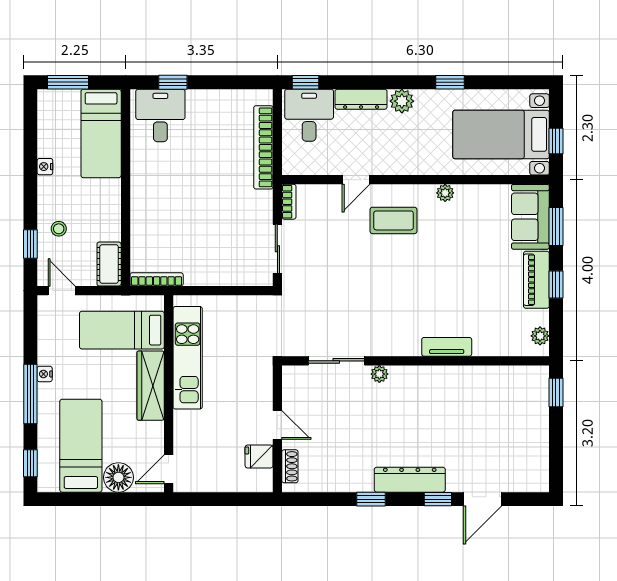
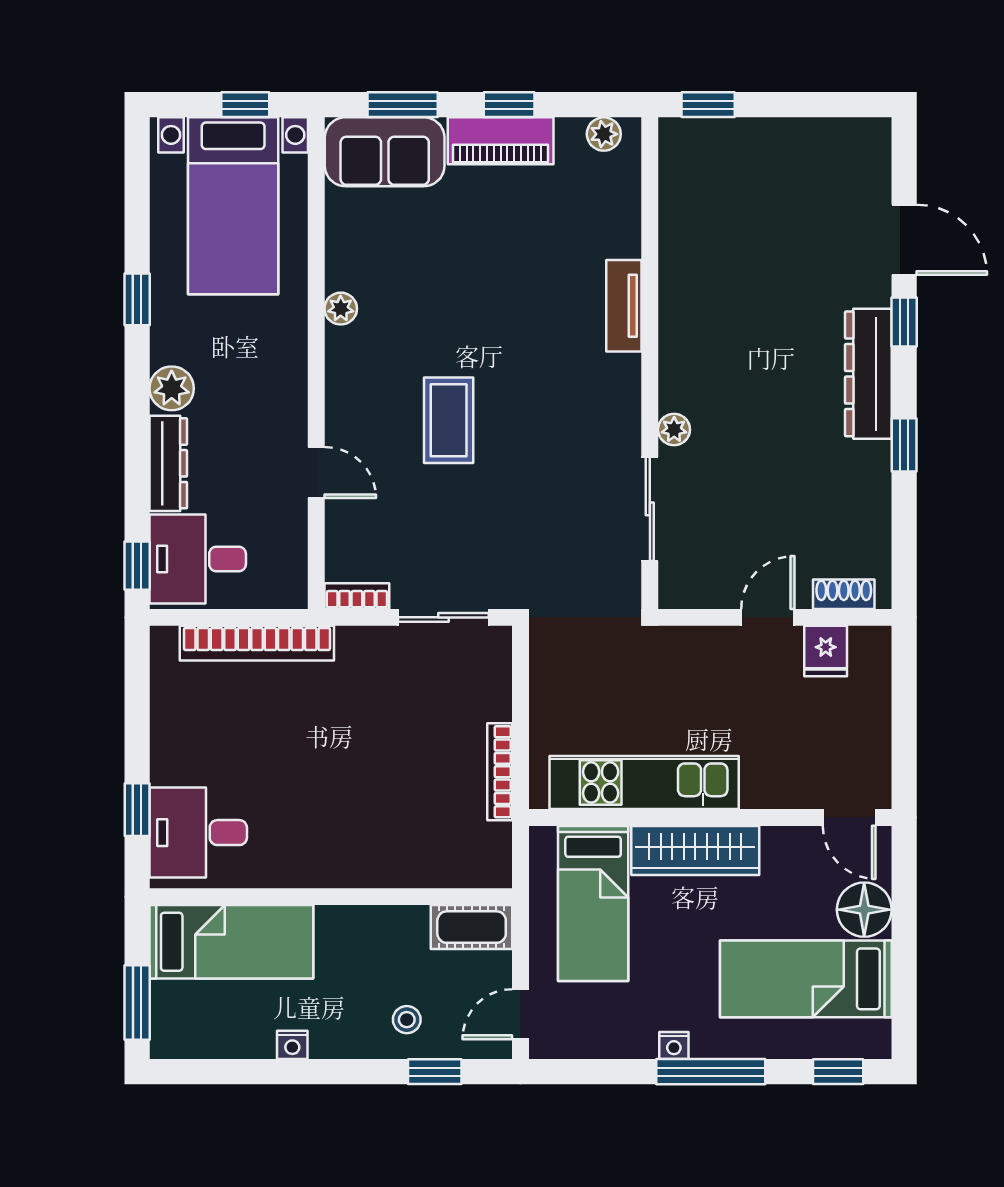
coffee table: (394, 220) -> (449, 420), moved
bookcase: (157, 279) -> (500, 772), moved

